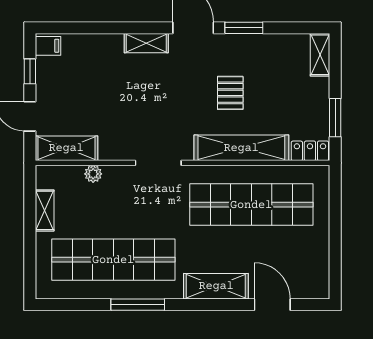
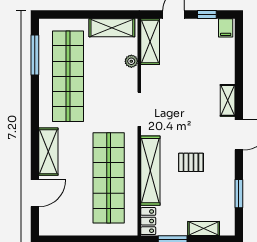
window: (244, 28) -> (239, 194), moved
shelving: (320, 55) -> (204, 228), moved
shelving: (45, 210) -> (112, 28), width x1.50, depth x1.33
window: (138, 305) -> (35, 55), moved

